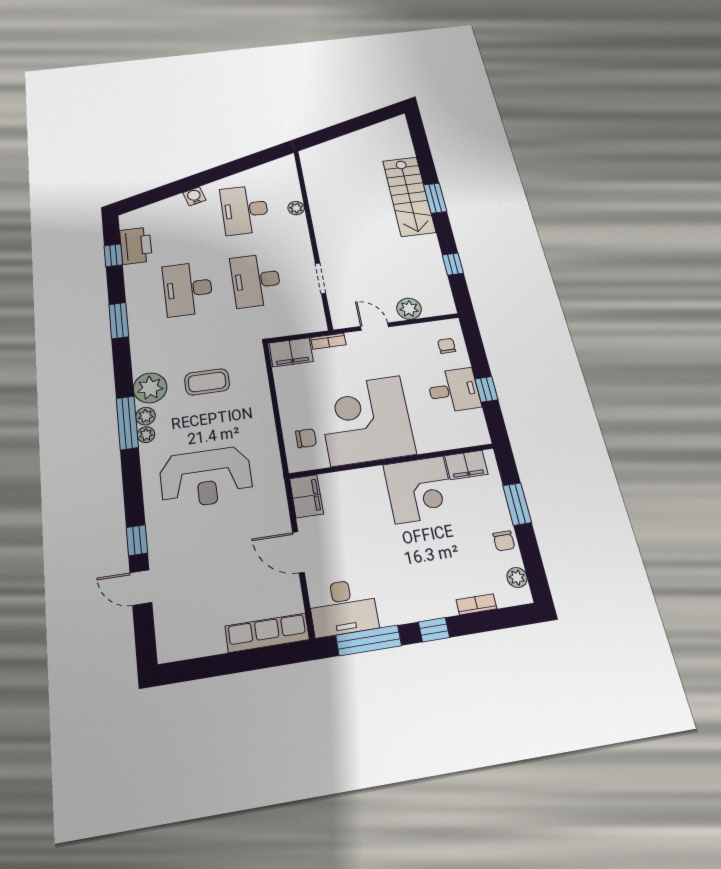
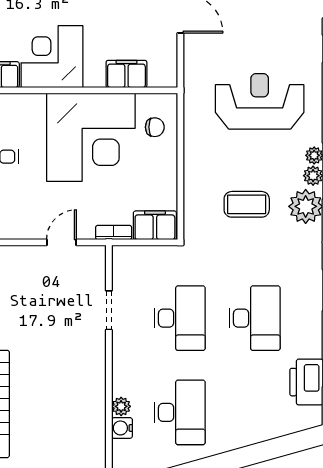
water cooler: (194, 196) -> (122, 428), moved, turned 106
plant: (409, 309) -> (20, 258), removed
door: (374, 327) -> (61, 242), swing flipped
chair: (306, 438) -> (155, 127), turned 180
filing cabinet: (306, 496) -> (126, 74), moved, turned 90

